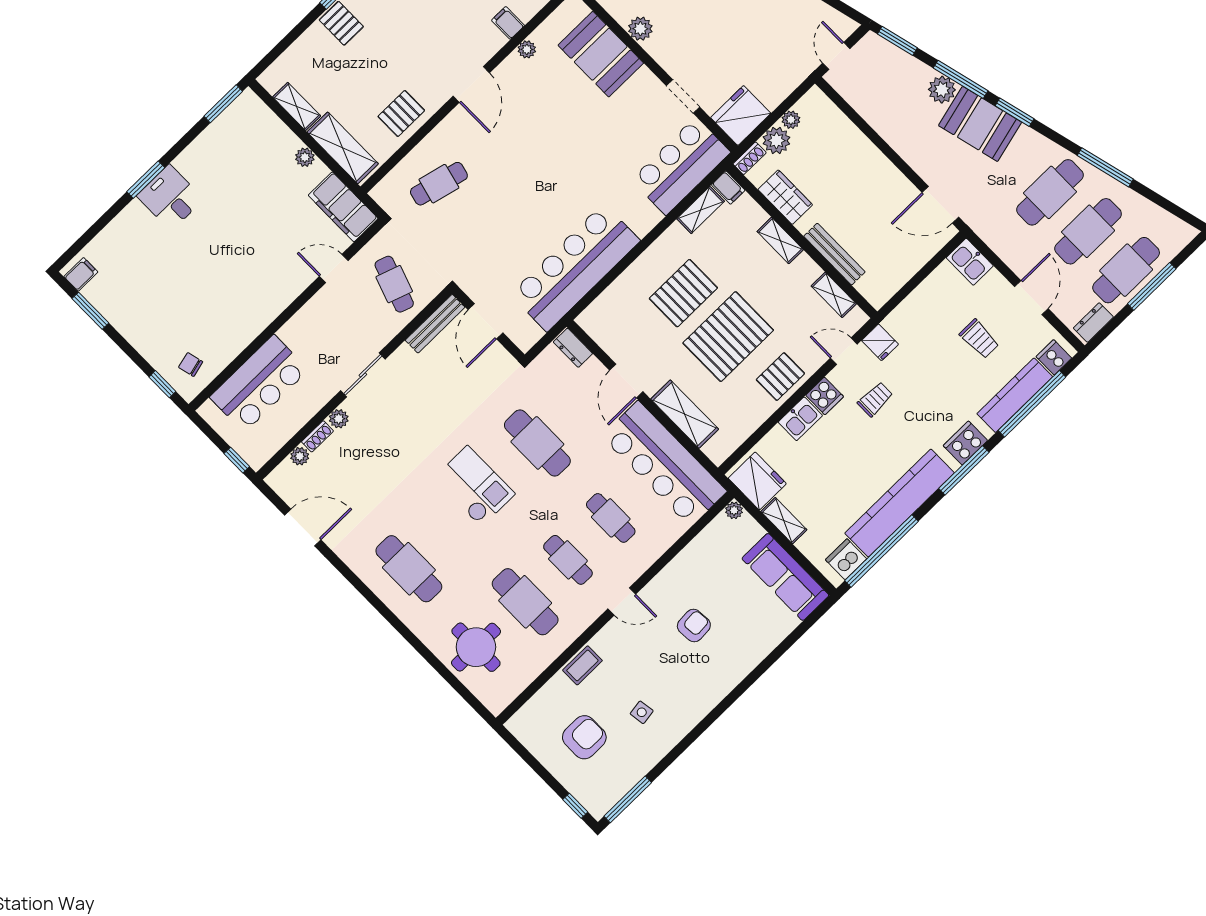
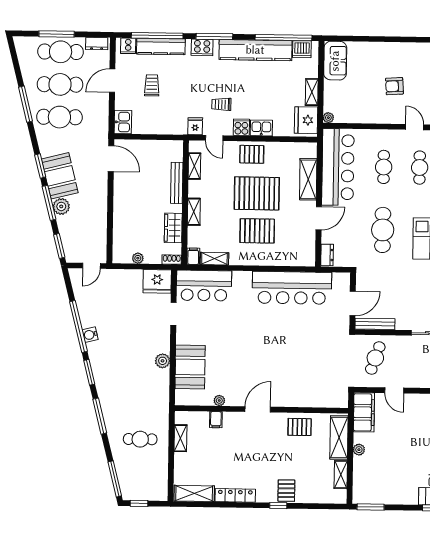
plant: (776, 140) -> (153, 256), removed
cafe table: (439, 184) -> (314, 381), removed
sofa: (785, 577) -> (335, 61), width x0.73

